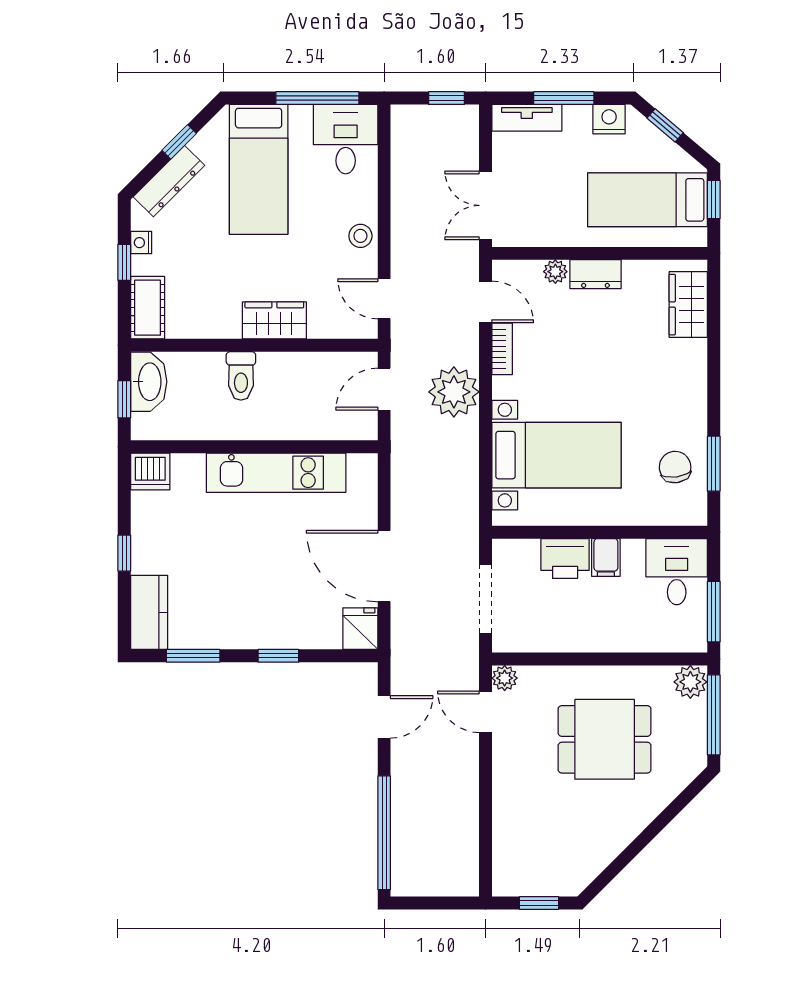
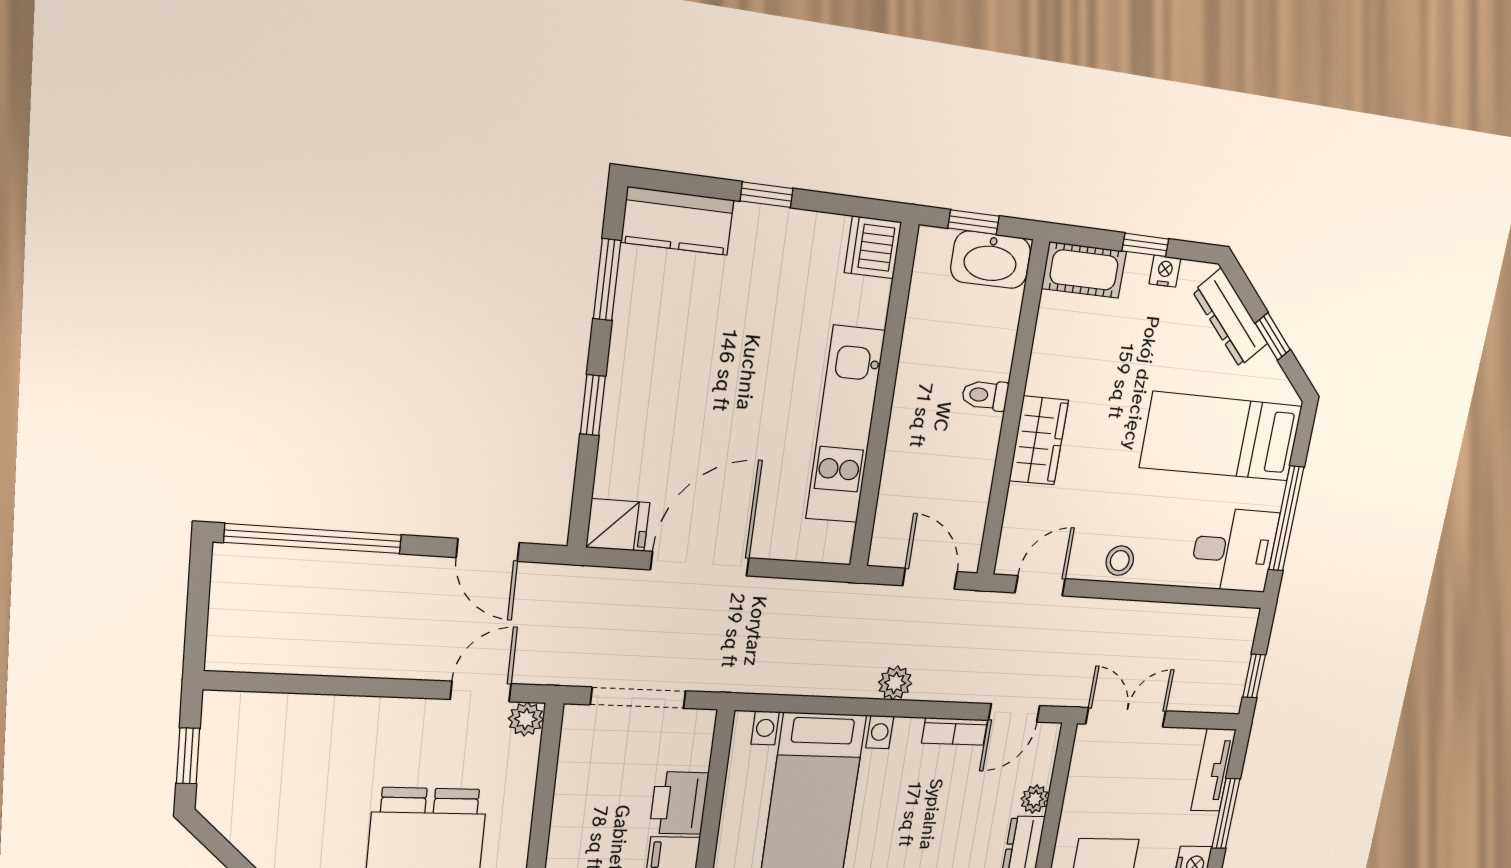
toilet: (241, 376) -> (985, 395), width x0.73, depth x0.72
plant: (454, 392) -> (895, 683), width x0.53, depth x0.53

